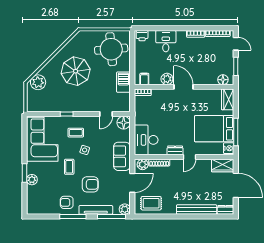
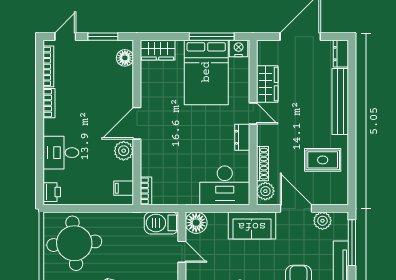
barbecue: (123, 82) -> (161, 223), moved
wardrobe: (223, 165) -> (267, 84), moved
rug: (151, 203) -> (323, 160), moved, turned 90
plant: (125, 209) -> (322, 221), moved

